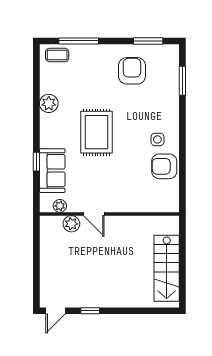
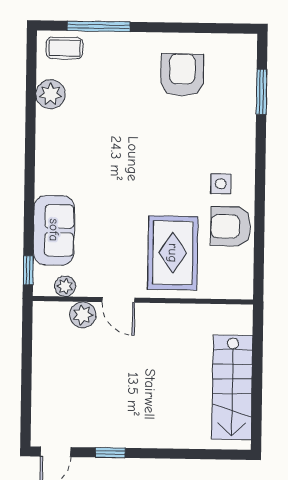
window: (148, 41) -> (208, 28), removed
plant: (49, 103) -> (51, 94), moved
rug: (96, 132) -> (173, 253), moved
window: (36, 162) -> (28, 270), moved

